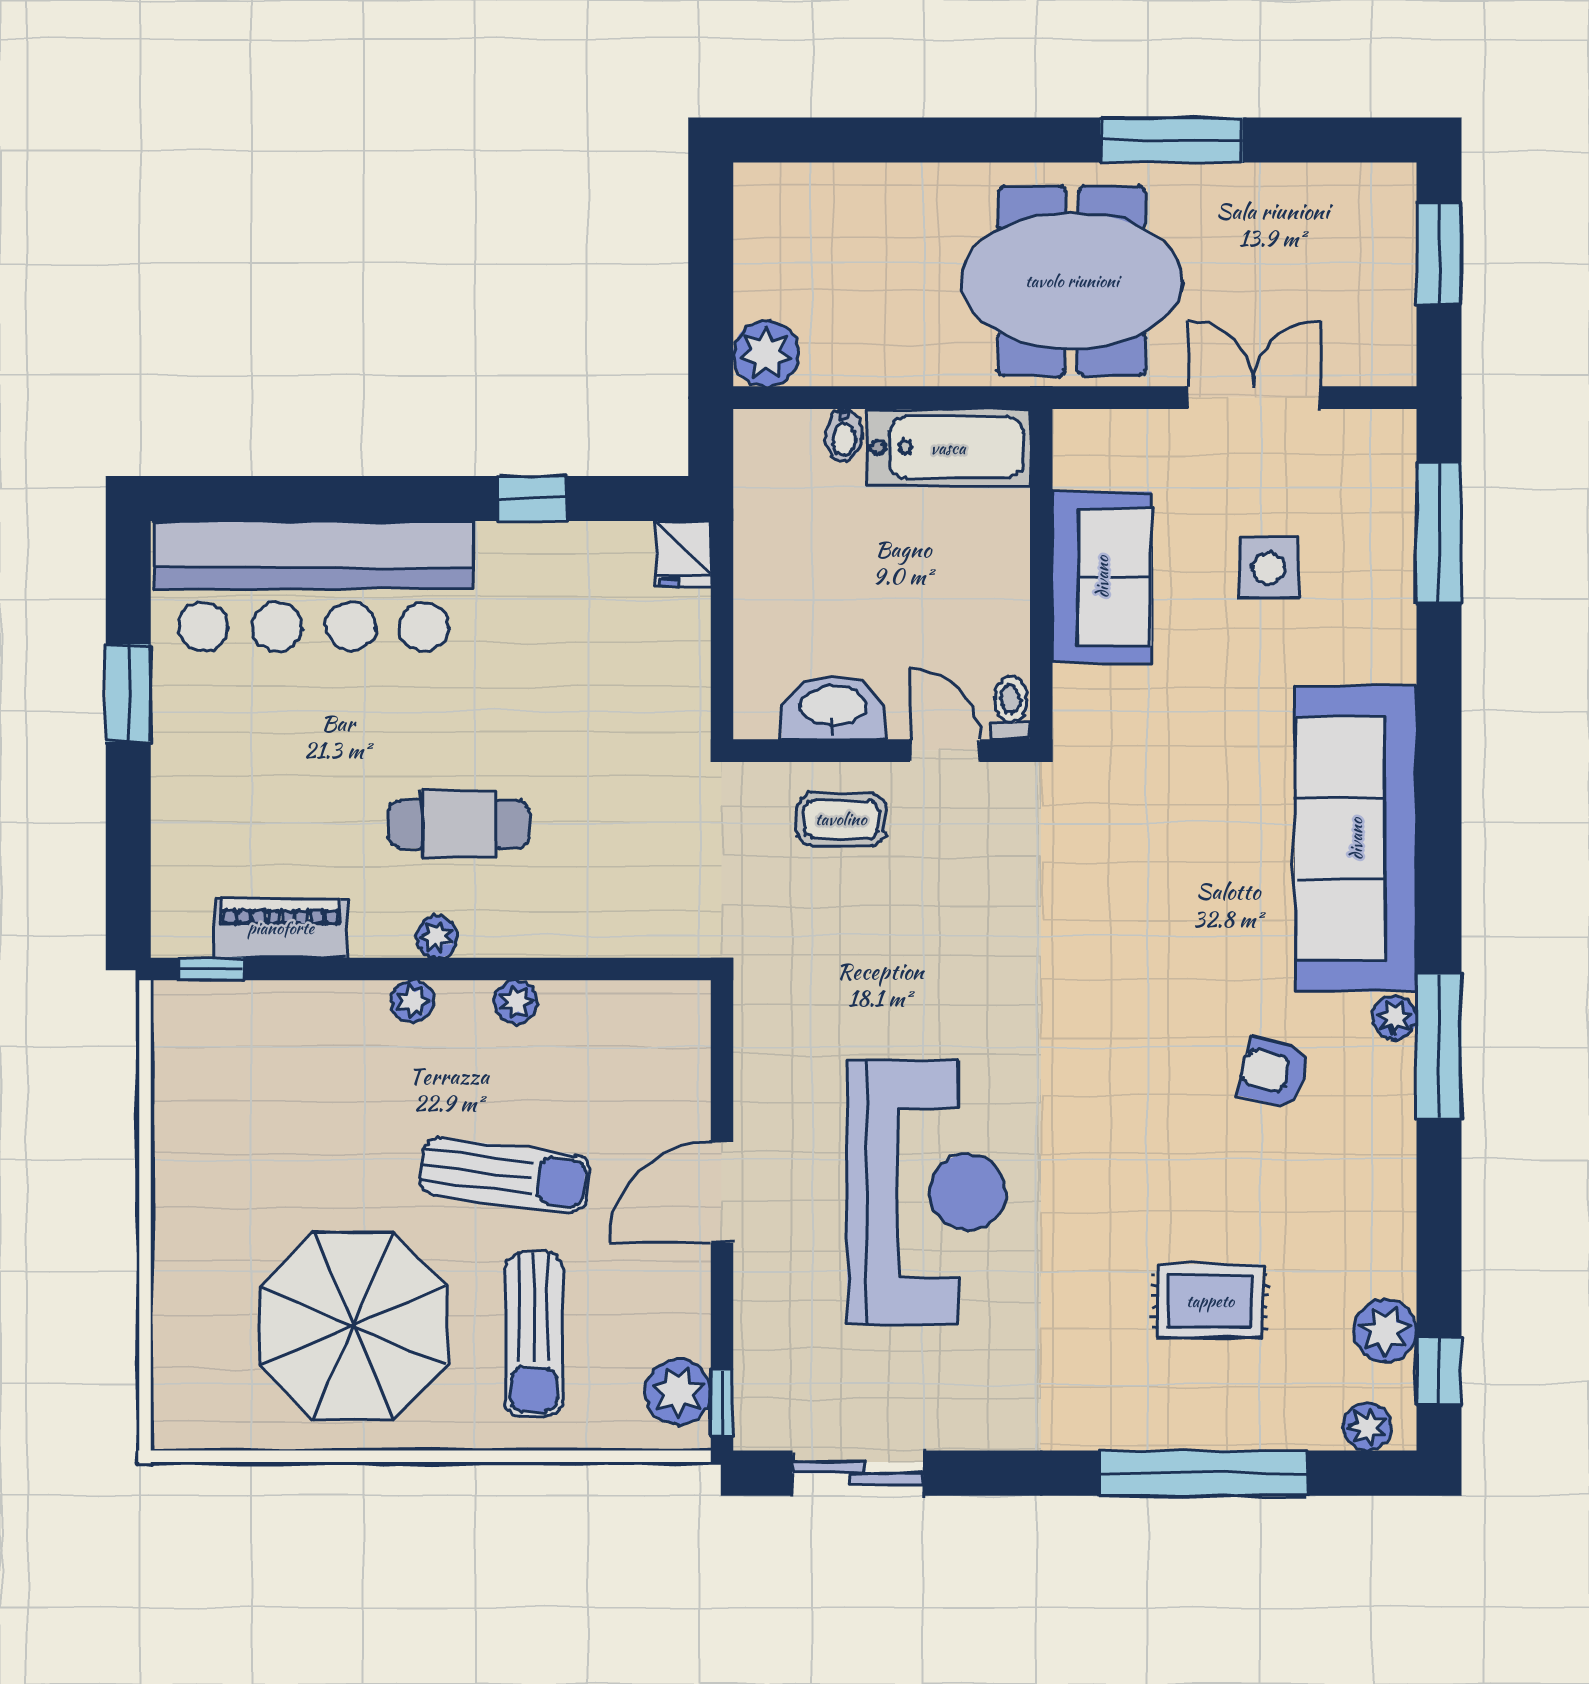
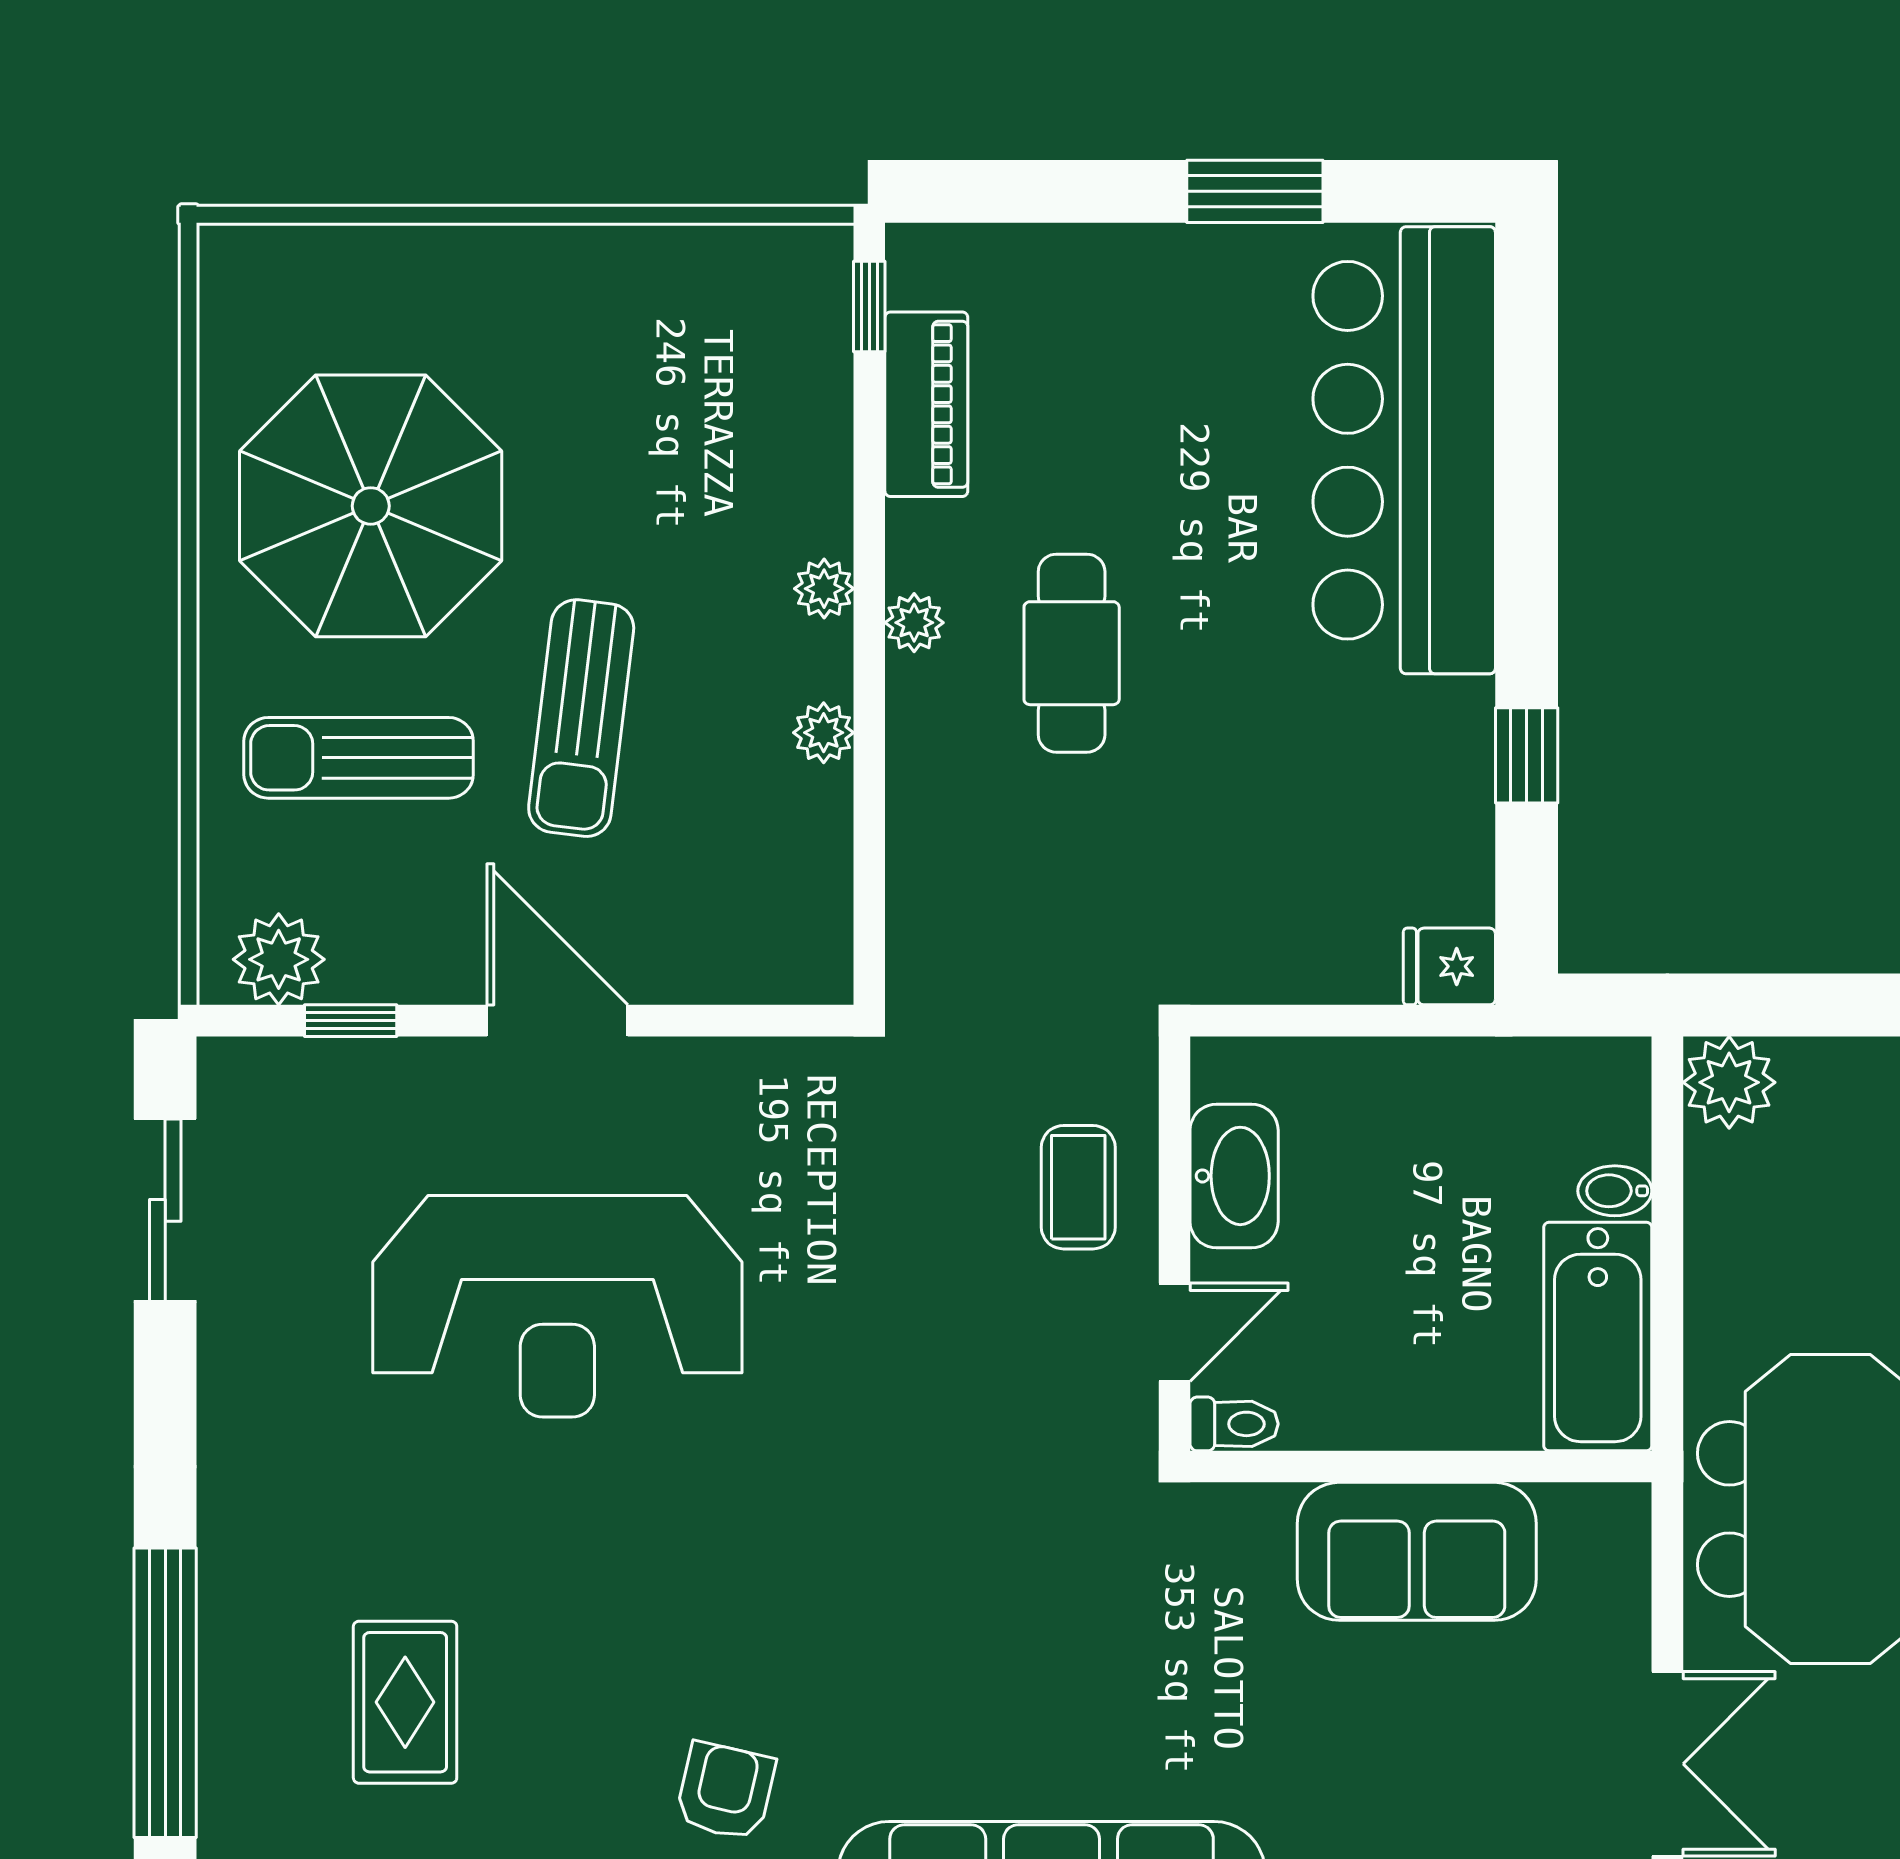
side table: (1269, 568) -> (1429, 1784), removed
window: (722, 1403) -> (351, 1021), moved

